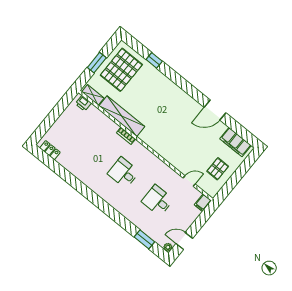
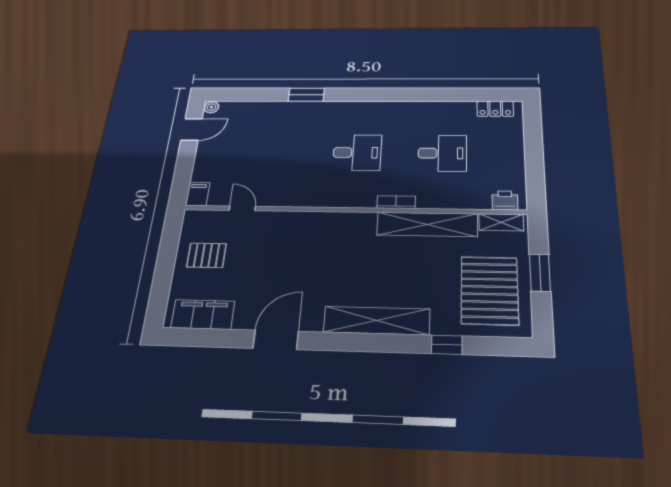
shelving: (172, 89) -> (377, 321), added
pallet: (218, 169) -> (207, 255), turned 90
door: (189, 181) -> (242, 208), swing flipped
desk: (158, 201) -> (442, 153), moved
window: (144, 239) -> (306, 95), moved

